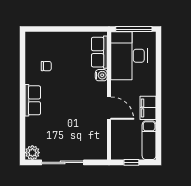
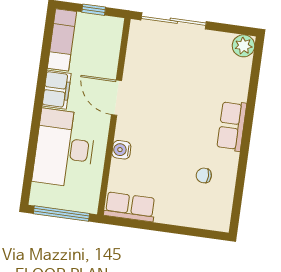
row of seats: (99, 52) -> (130, 207), moved, turned -90
desk: (129, 56) -> (64, 148), moved, turned 180
sliding door: (63, 162) -> (174, 21), moved

